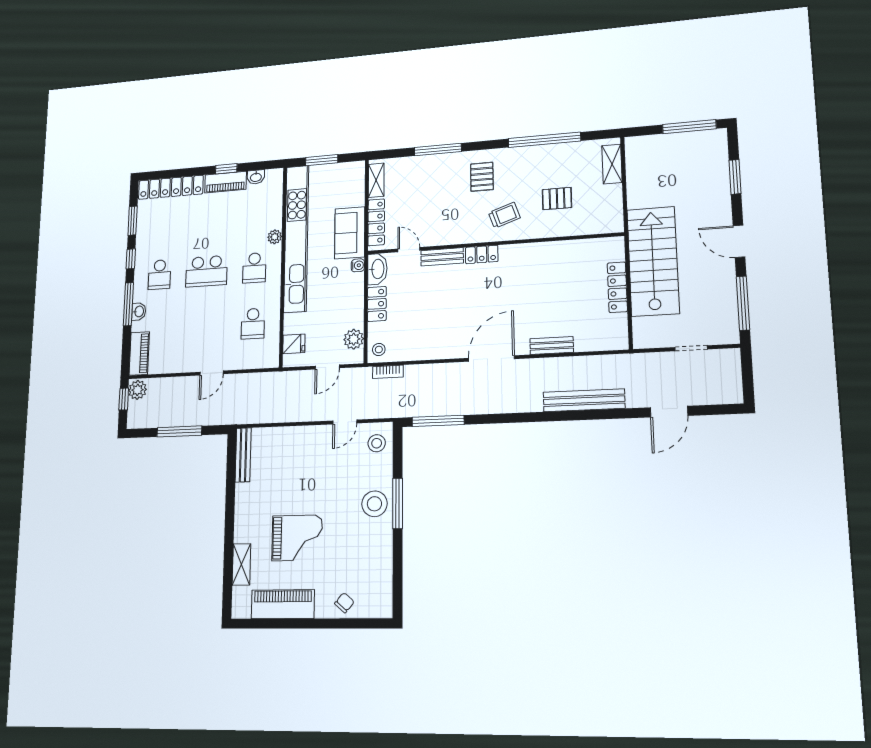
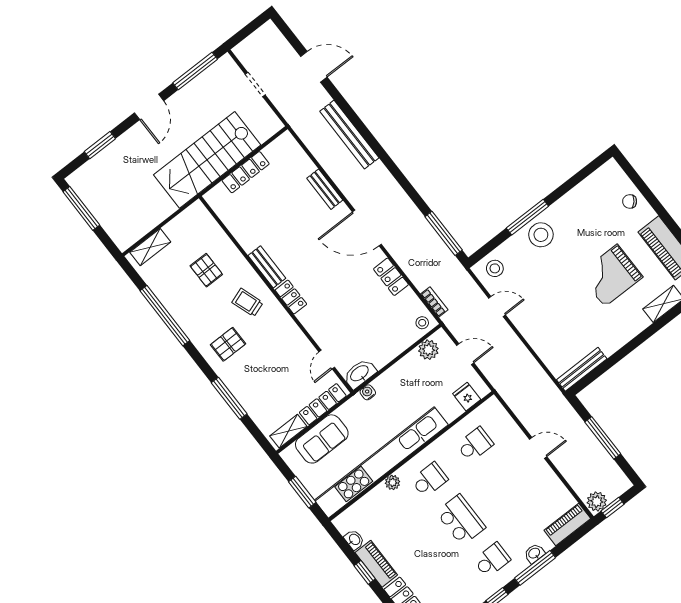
sofa: (350, 233) -> (322, 439), moved
bench: (442, 257) -> (267, 267), moved
locker: (377, 304) -> (391, 277), moved, turned -90
grand piano: (297, 538) -> (611, 275), turned -90

